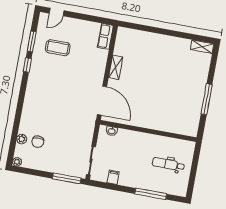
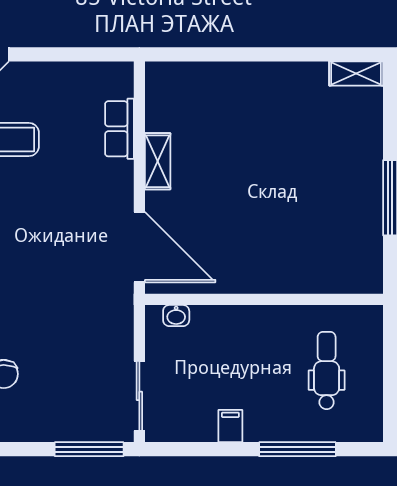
row of seats: (105, 36) -> (119, 129), moved
dental chair: (168, 164) -> (327, 370), turned 90
filing cabinet: (113, 177) -> (230, 426), moved

